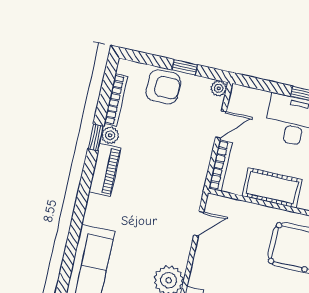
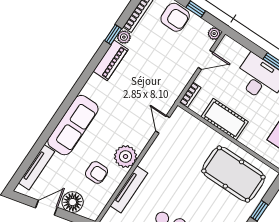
bookcase: (220, 165) -> (190, 95), width x0.64
door: (199, 224) -> (163, 124), swing flipped

